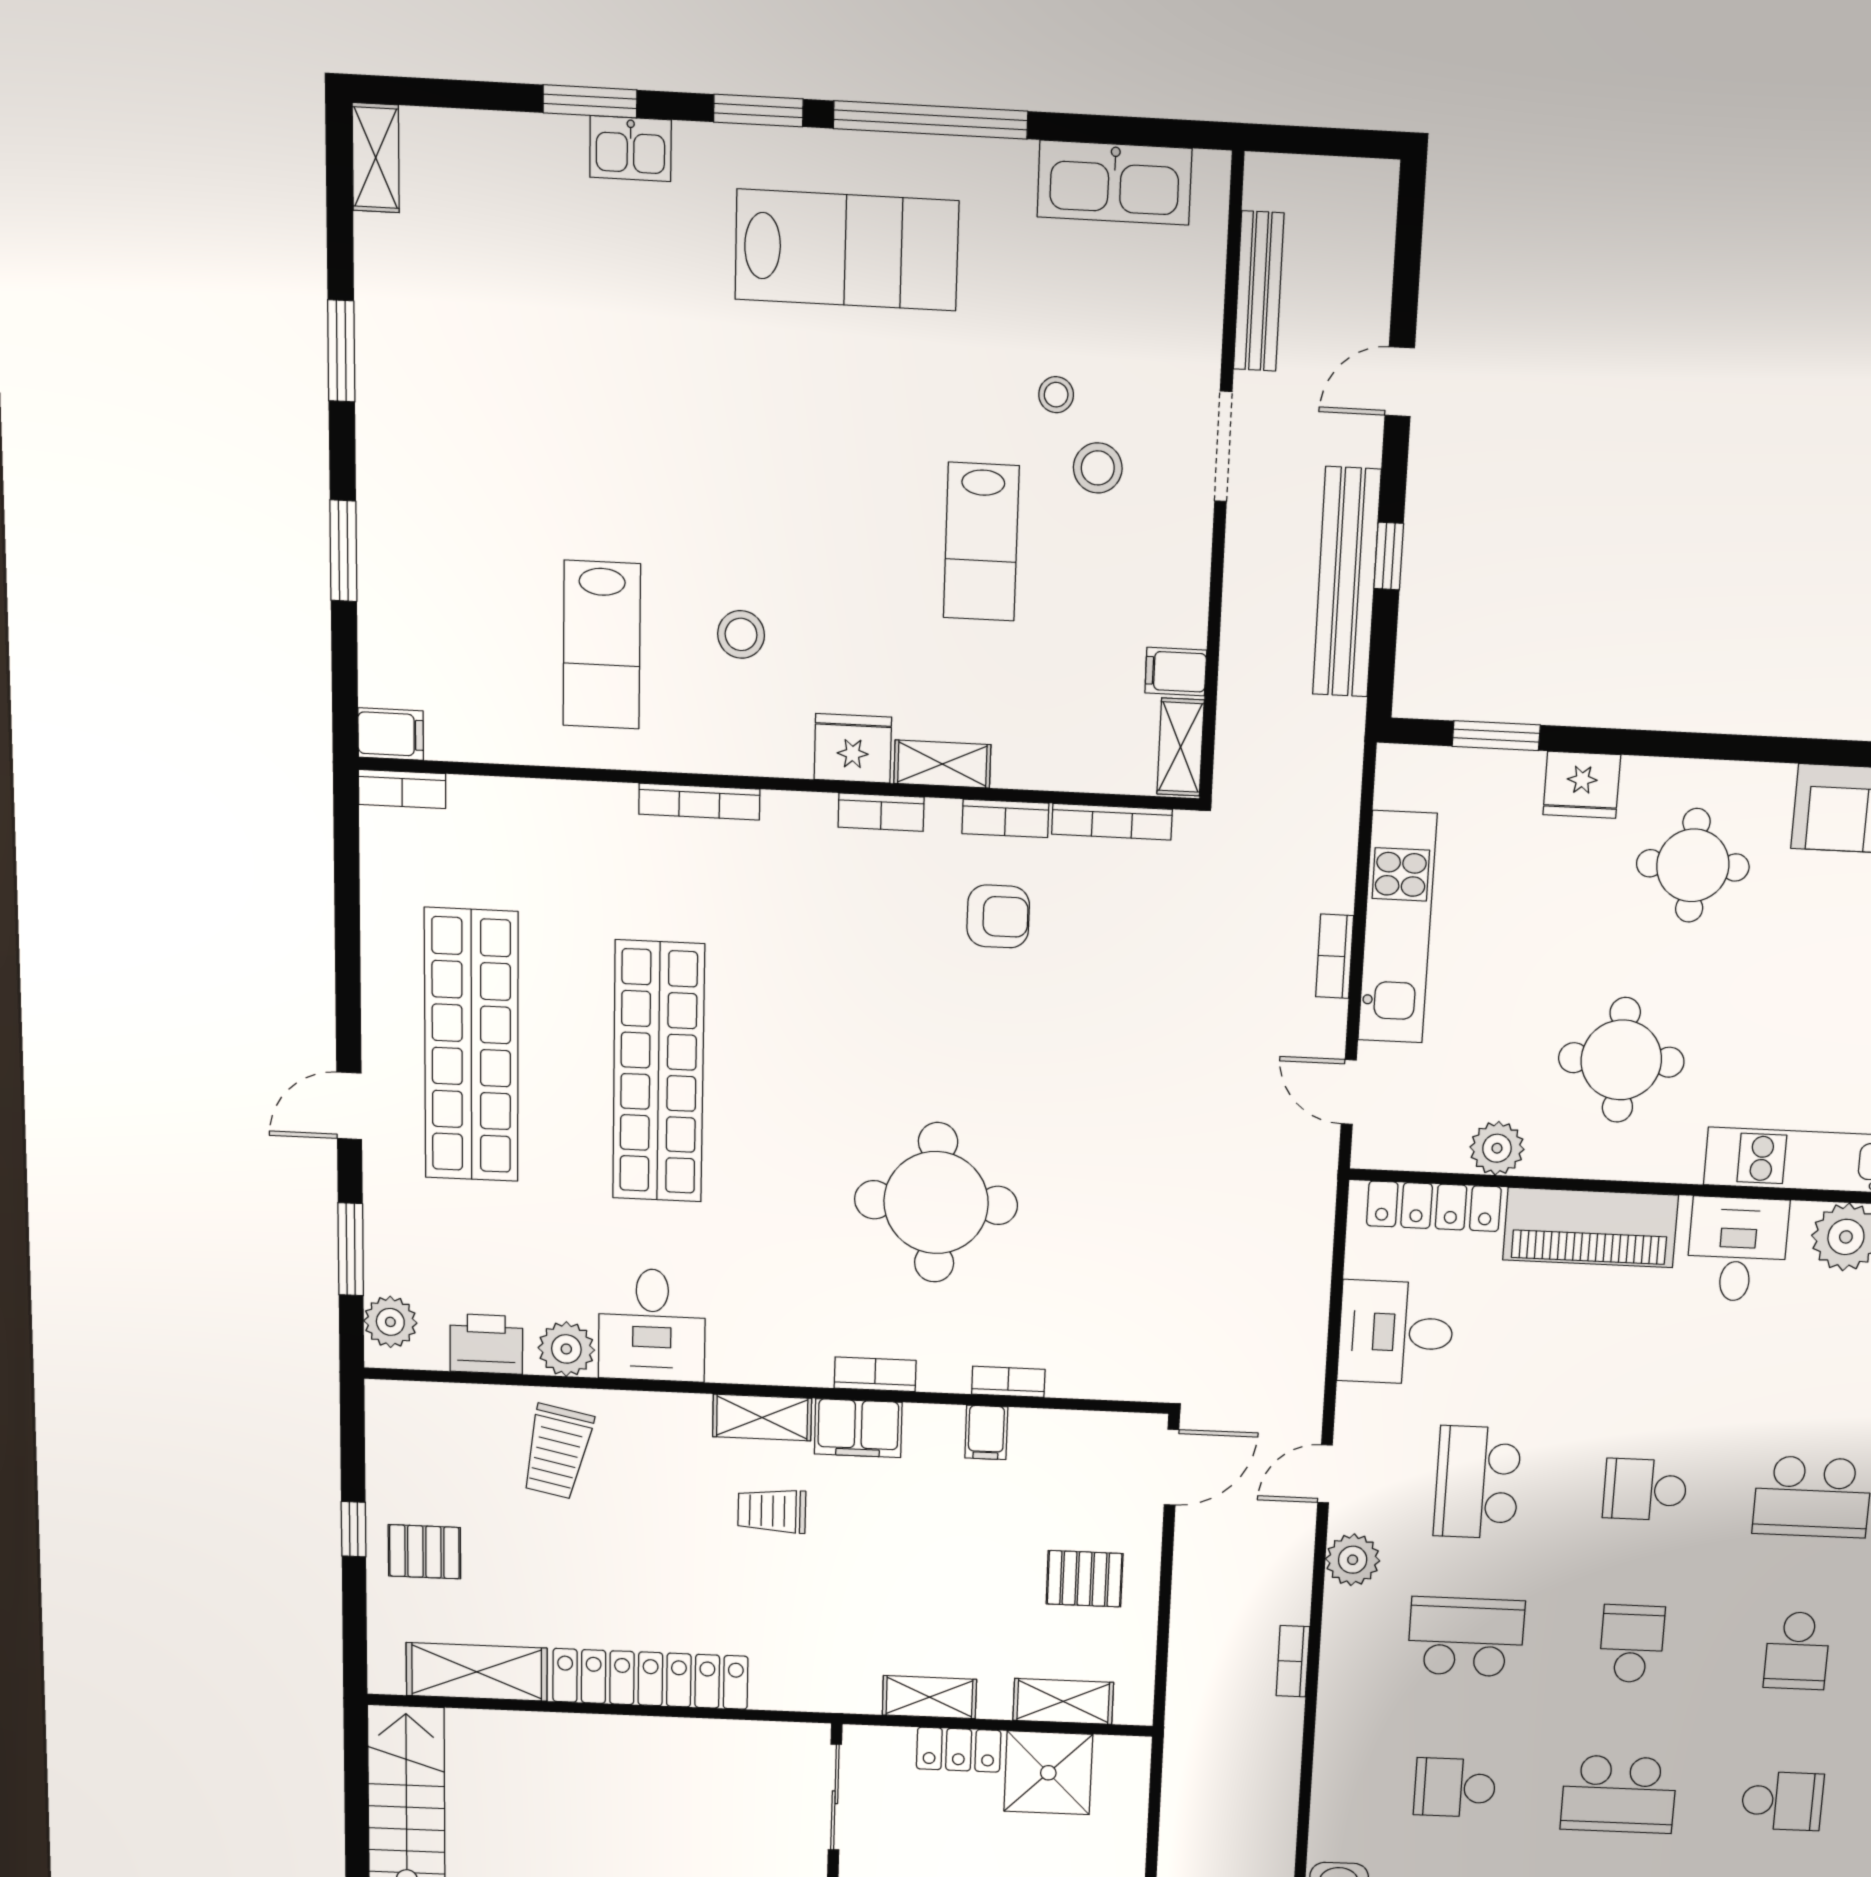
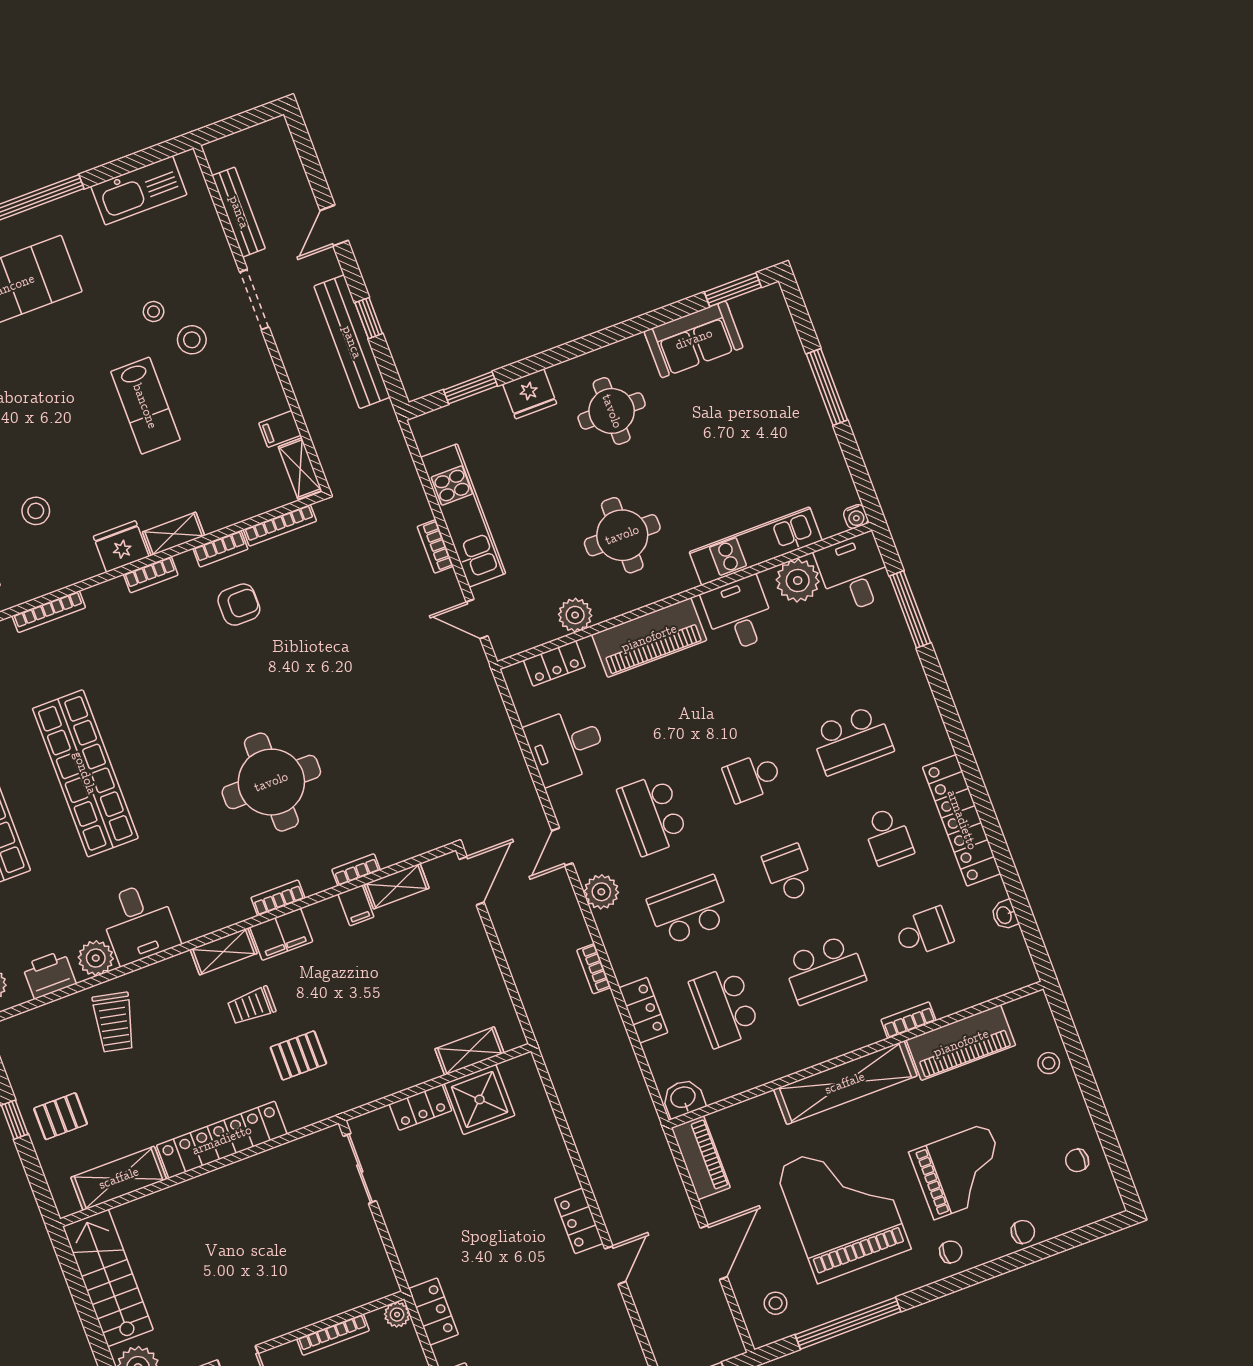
locker: (1434, 1206) -> (554, 663), width x0.66
pallet: (1085, 1579) -> (298, 1055), moved
shelving: (929, 1697) -> (397, 886), moved
locker: (1337, 1746) -> (643, 1010), added
school desk: (1455, 1788) -> (725, 1007), width x1.85

